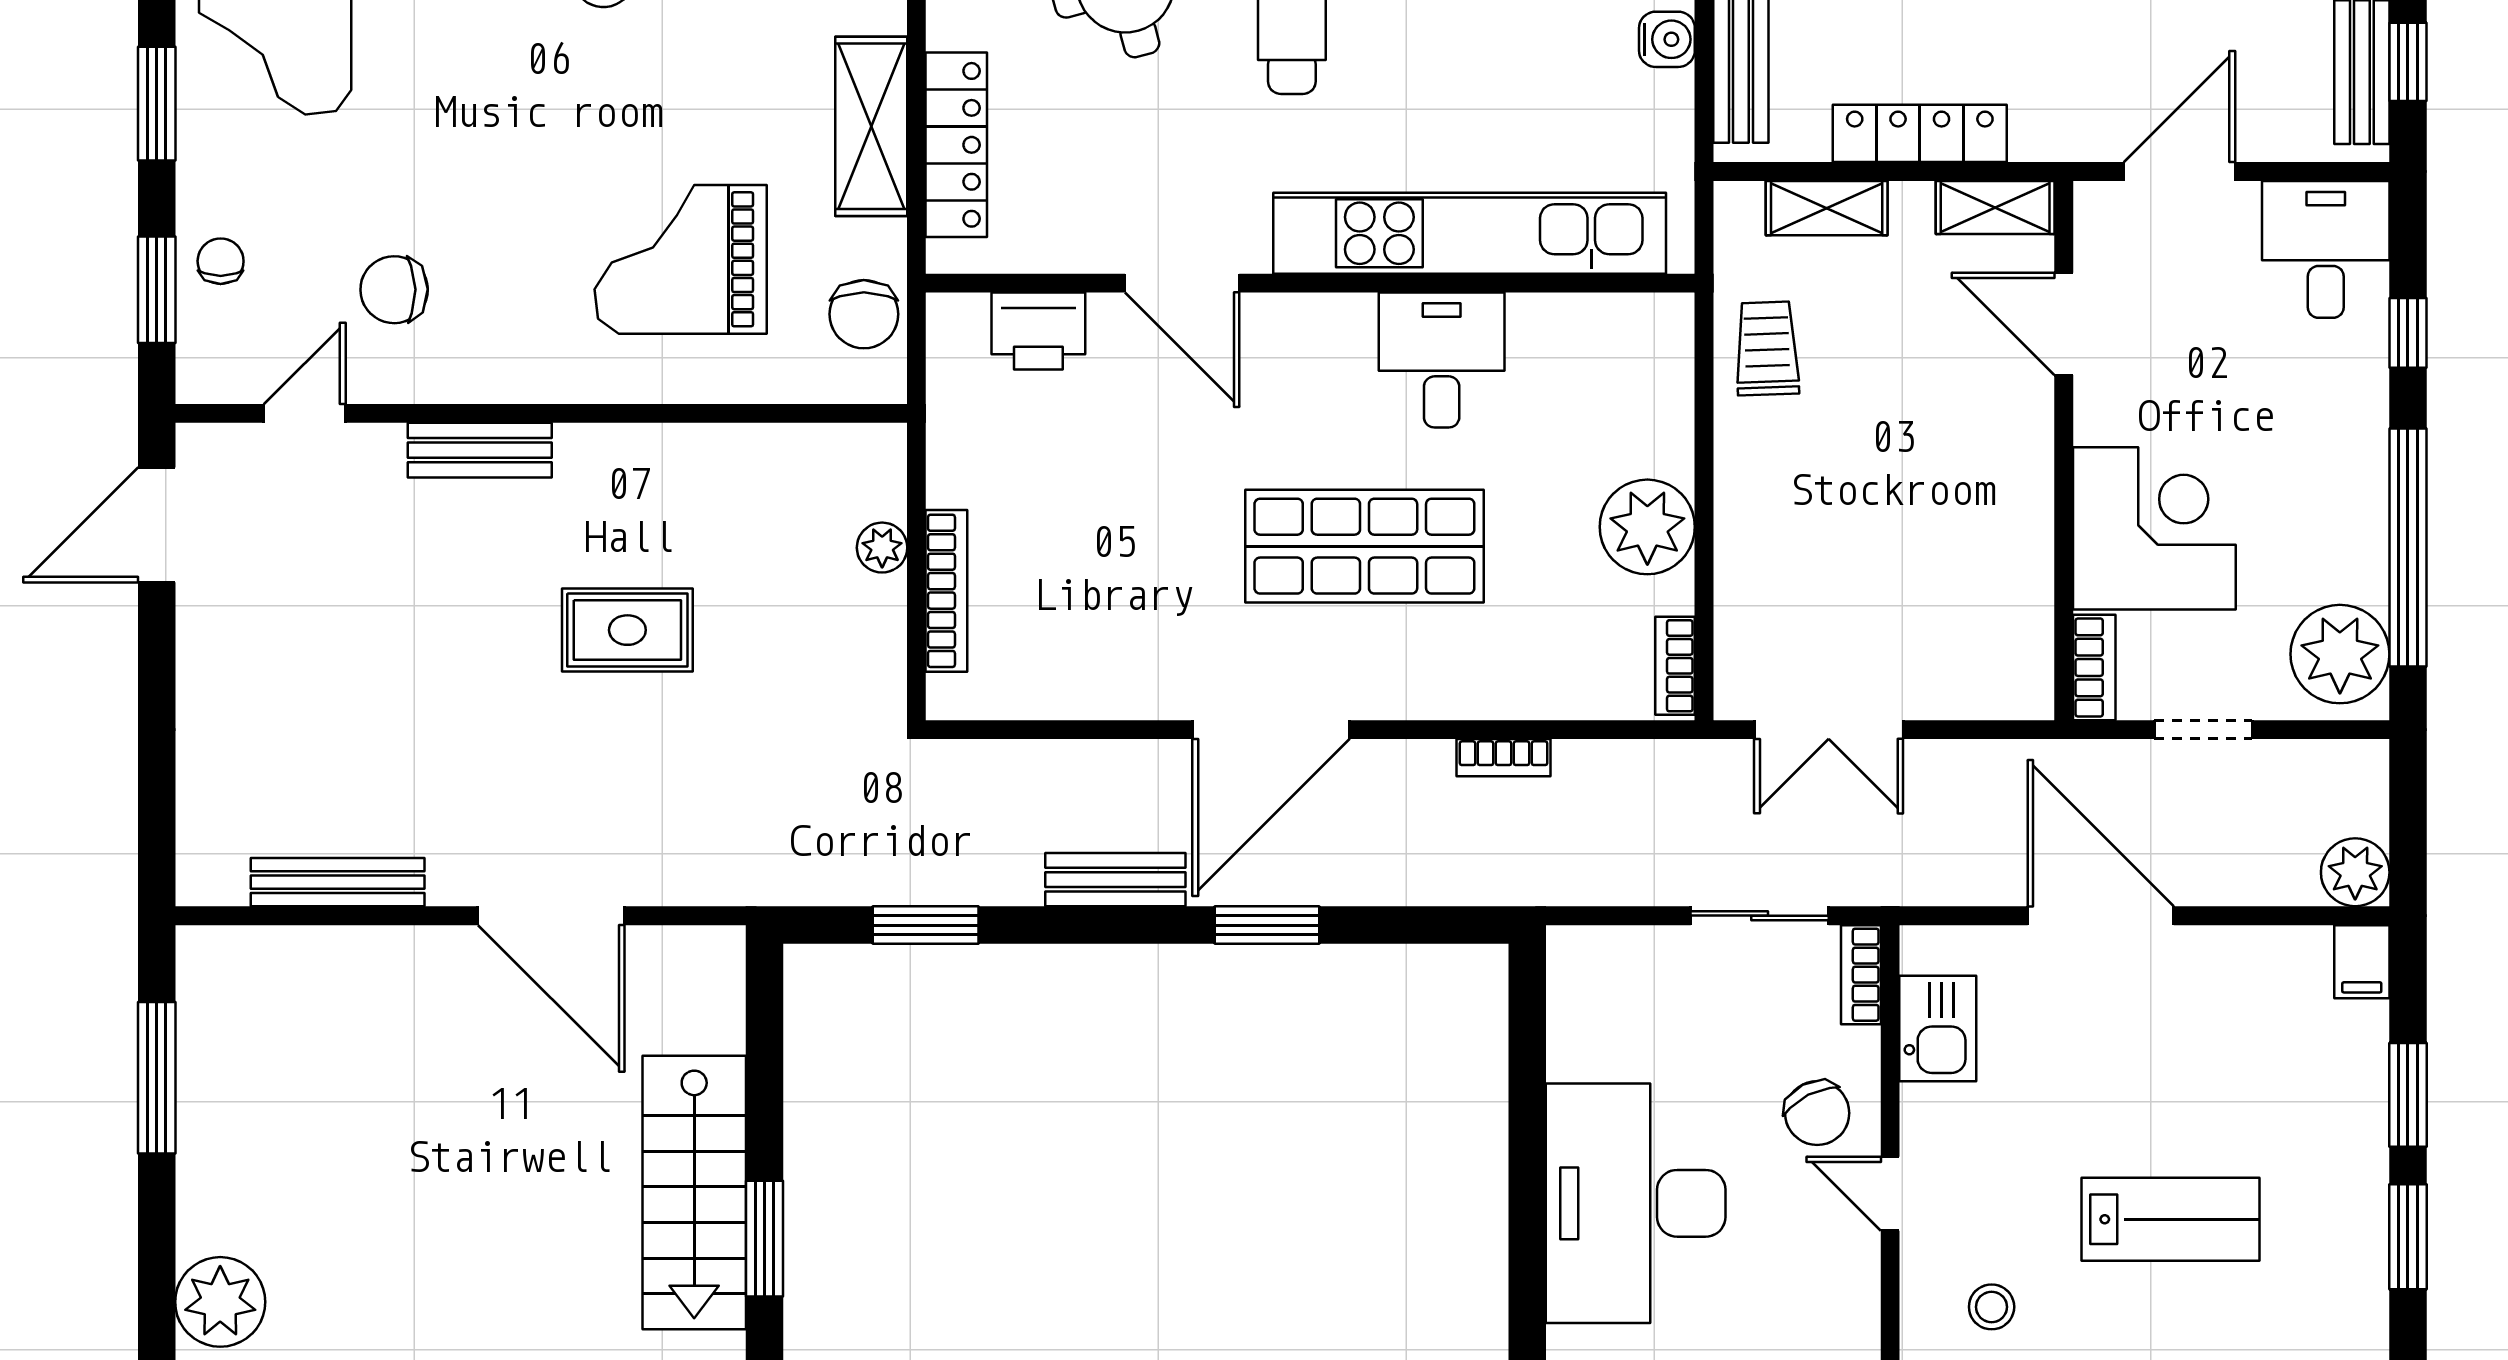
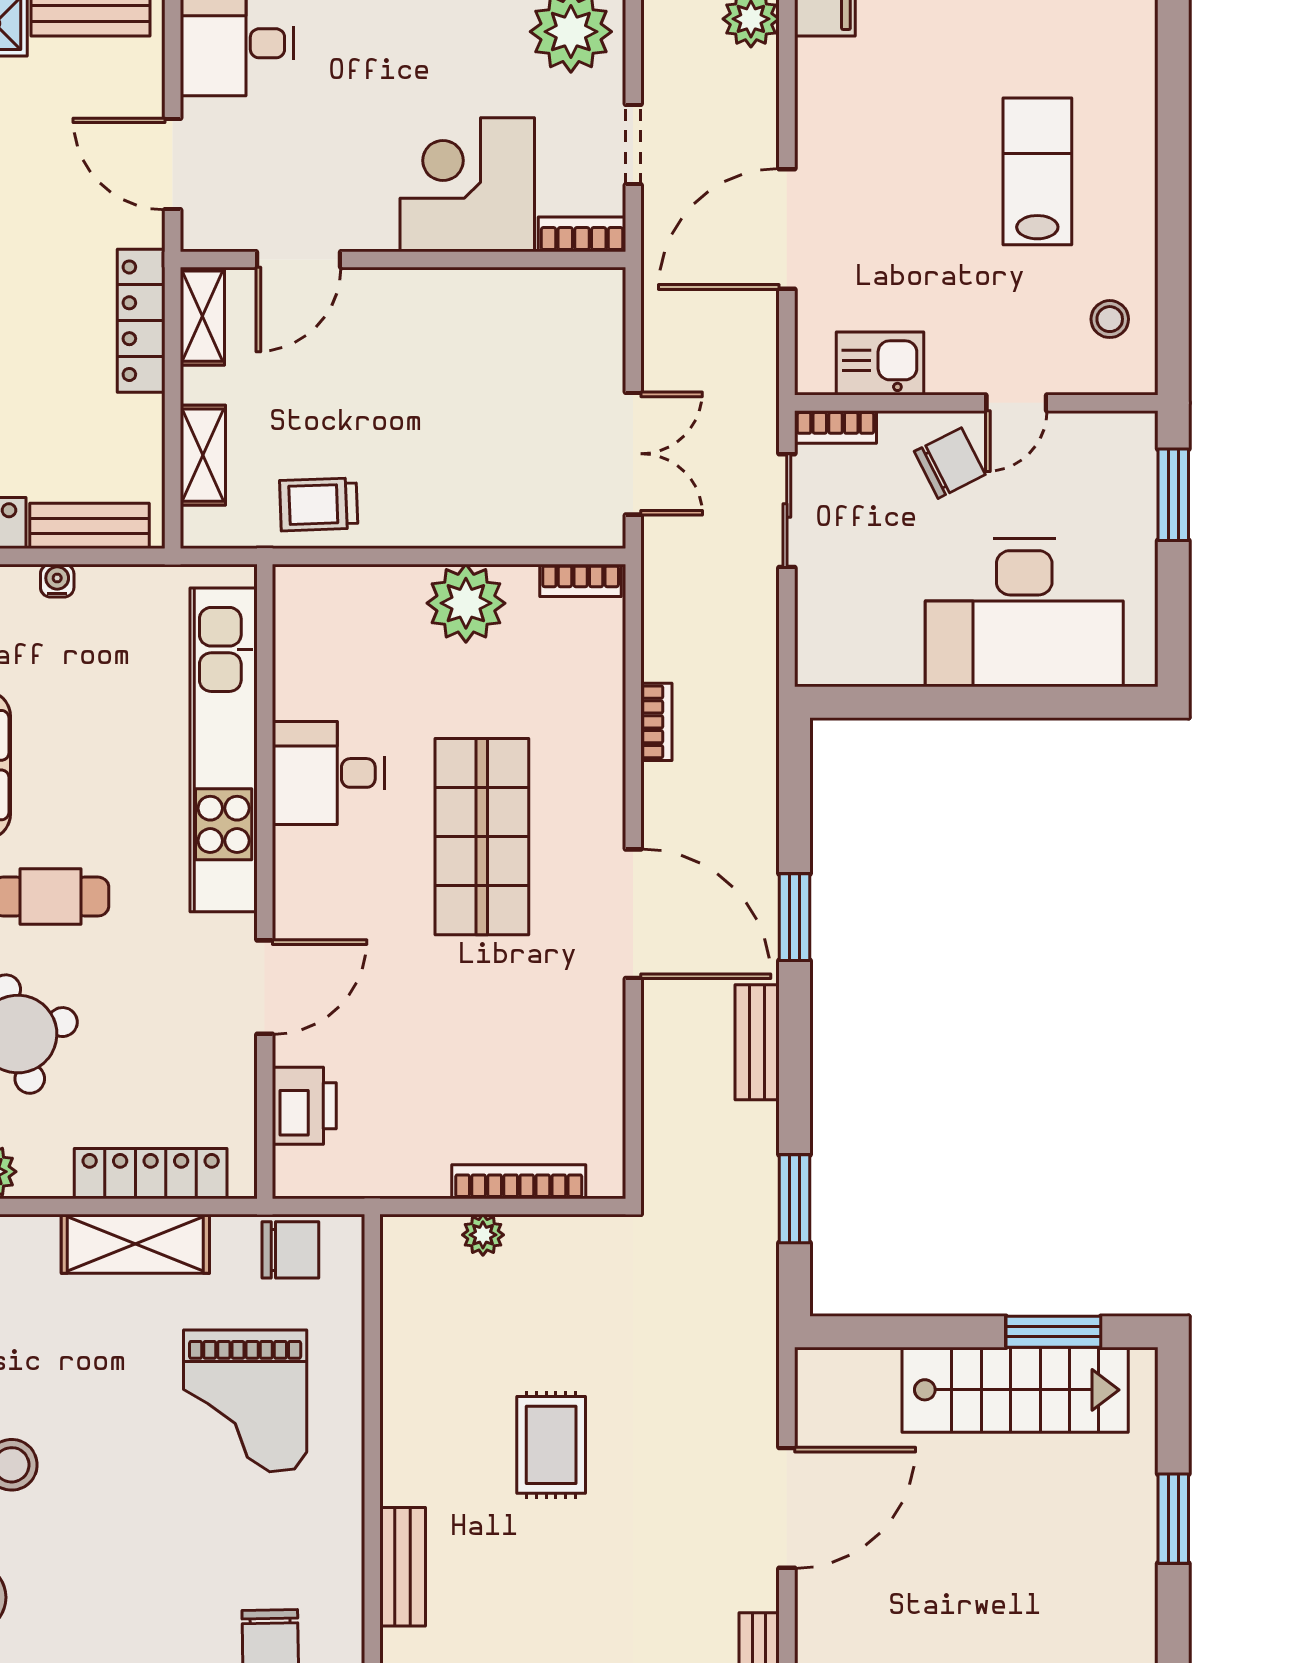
water cooler: (1667, 39) -> (57, 581), width x0.72, depth x0.72
locker: (1920, 133) -> (141, 321), moved

